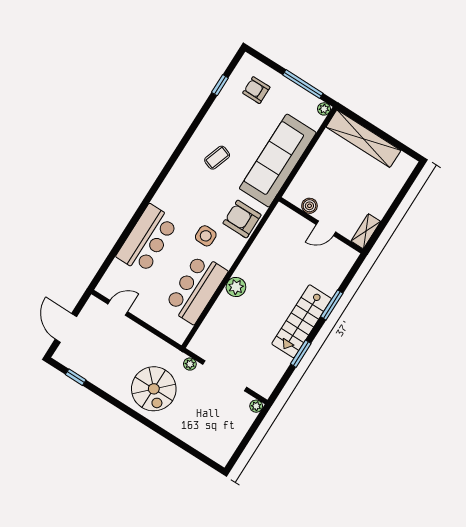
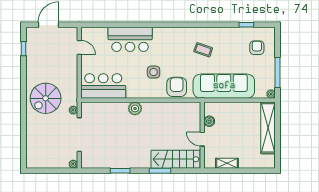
shelving: (366, 231) -> (227, 163), moved
bar counter: (196, 289) -> (103, 86), moved
stairs: (302, 321) -> (175, 159), moved

